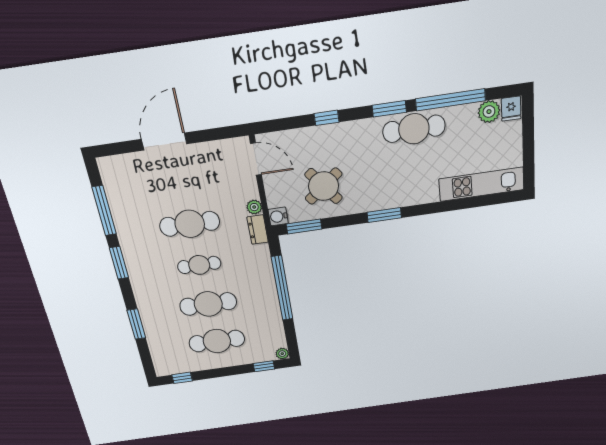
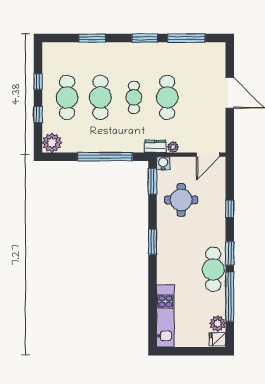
round table: (324, 186) -> (181, 200), turned 38
plant: (282, 354) -> (52, 143), width x1.88, depth x1.88
window: (264, 366) -> (38, 115), moved
window: (182, 378) -> (38, 82), moved

